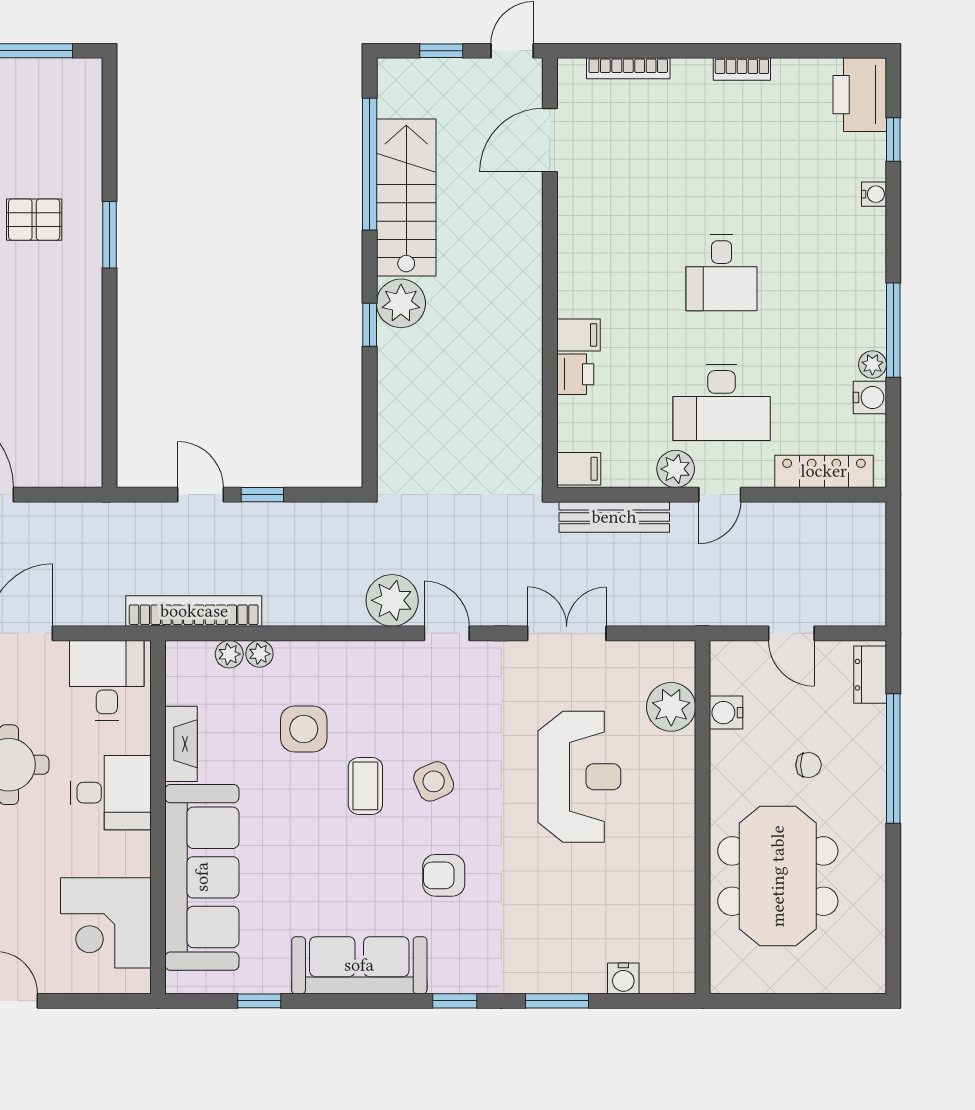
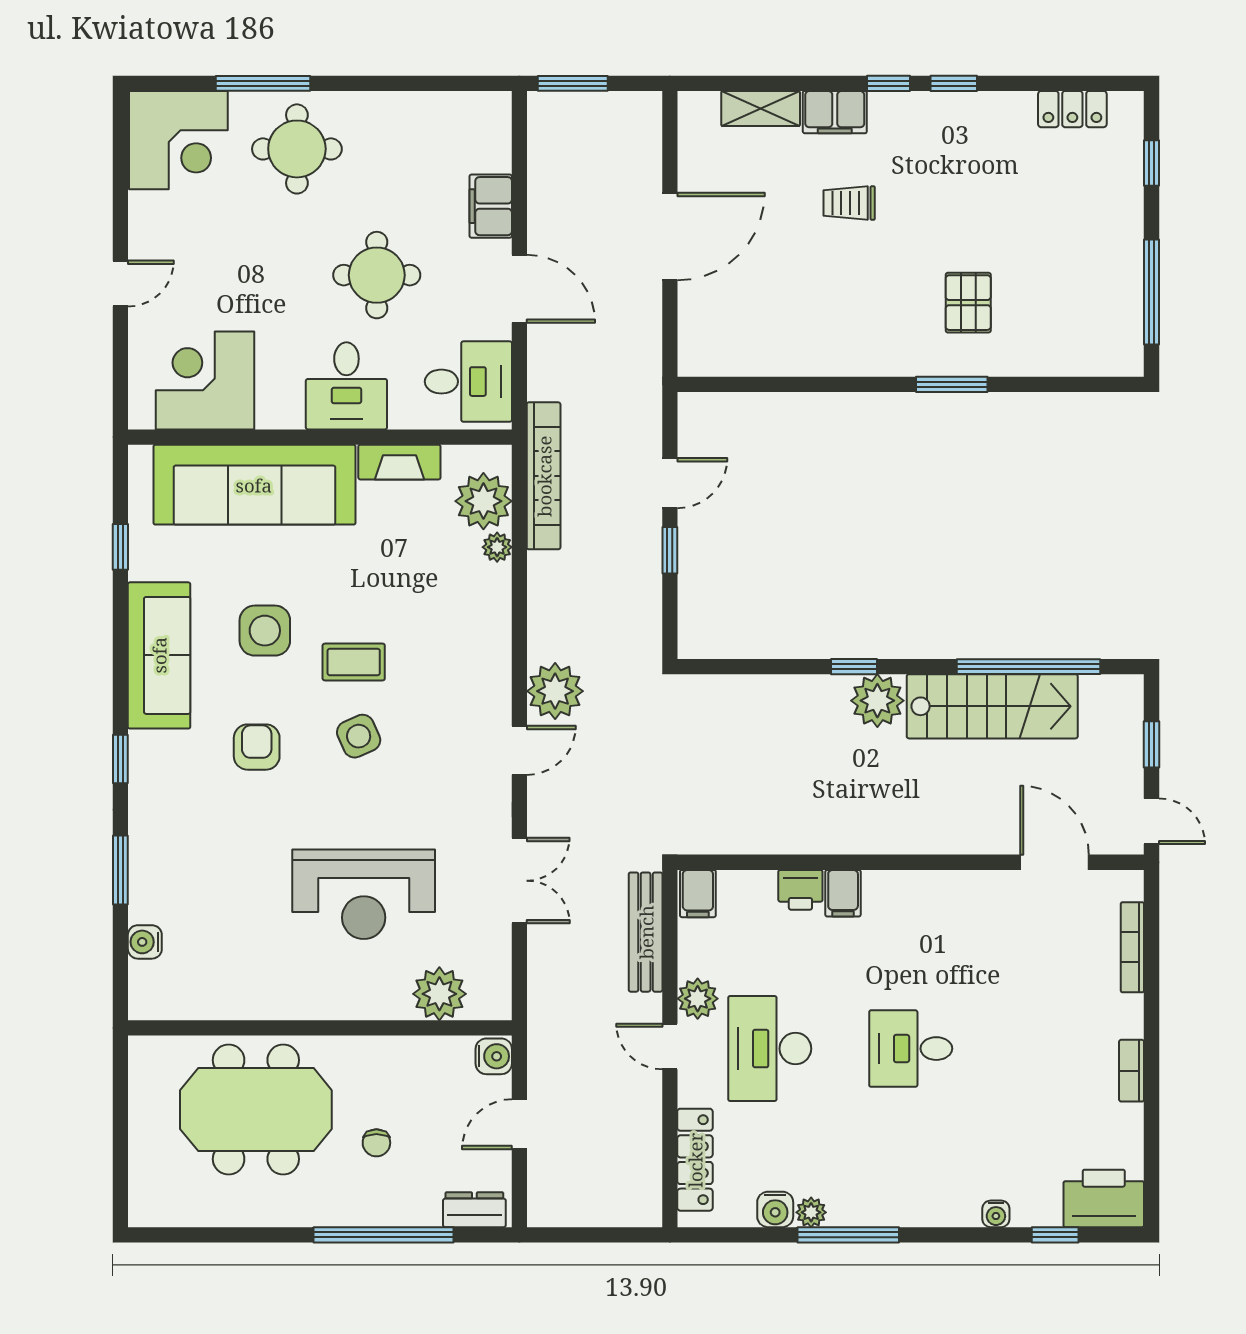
plant: (229, 654) -> (483, 501), width x1.88, depth x1.88
water cooler: (726, 713) -> (494, 1056), moved, turned 90
side table: (304, 729) -> (265, 631), moved

